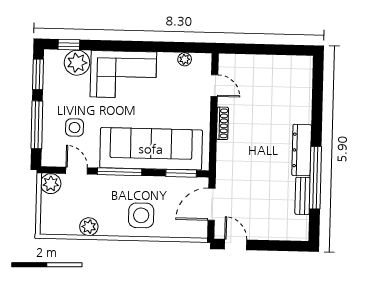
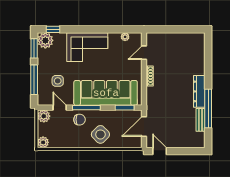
plant: (77, 63) -> (45, 40), moved
door: (214, 86) -> (144, 53), swing flipped
chair: (108, 191) -> (79, 120), added
side table: (141, 215) -> (100, 134), turned 45
plant: (89, 227) -> (43, 142), moved

